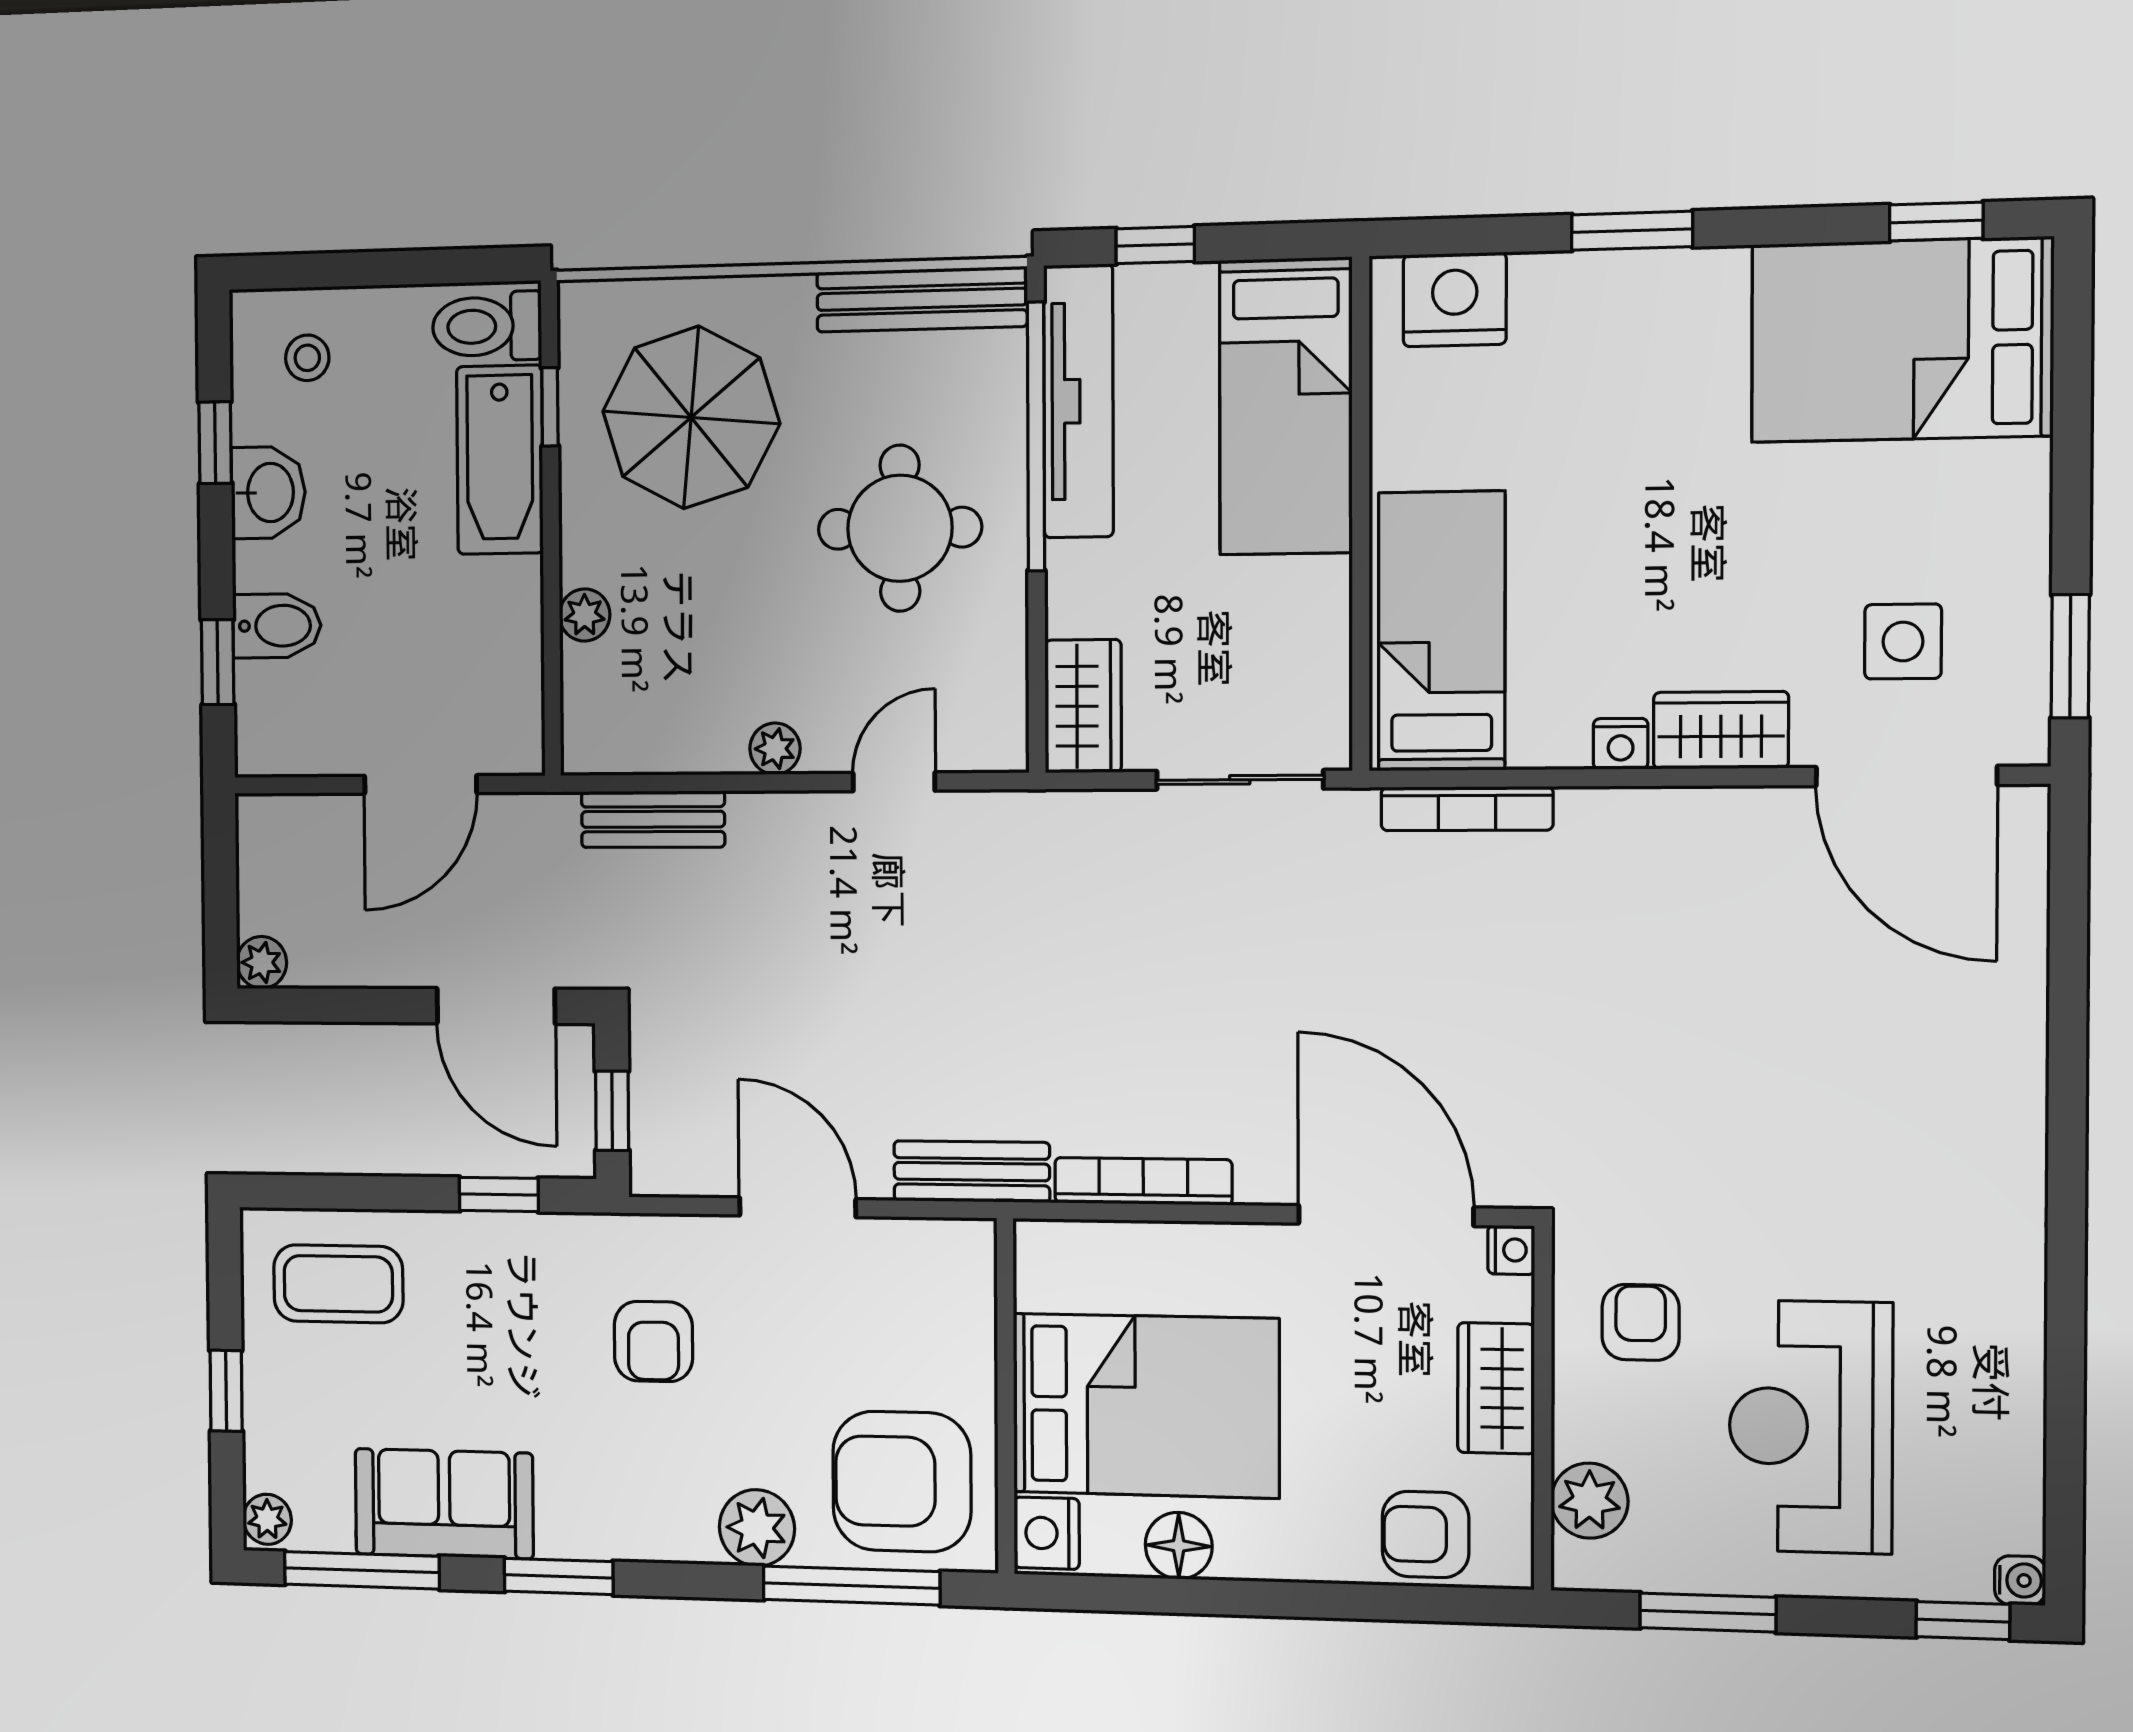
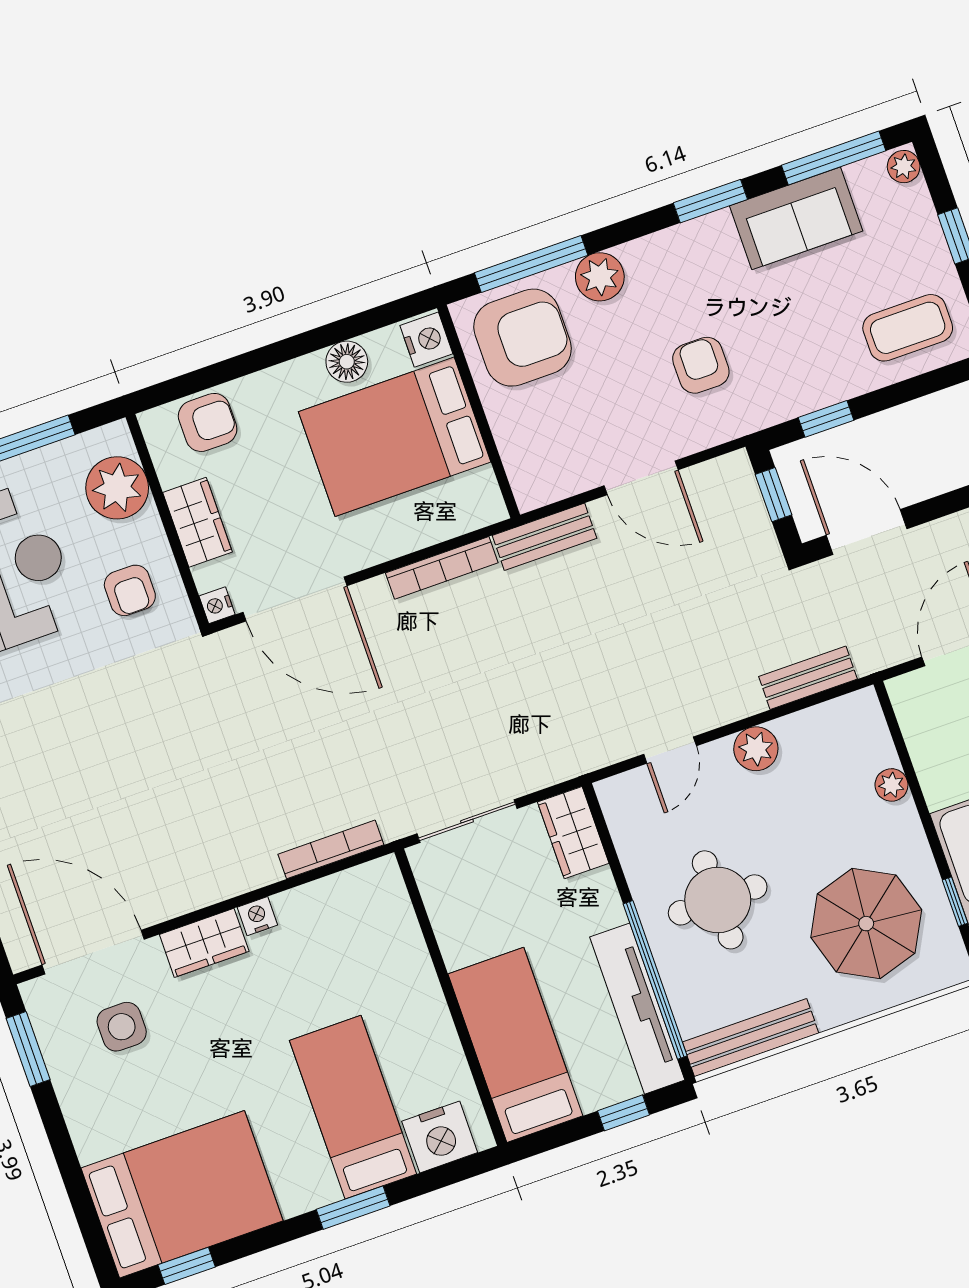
bed: (1442, 631) -> (353, 1107), moved, turned 180
plant: (775, 749) -> (756, 749), width x1.38, depth x1.38
plant: (1590, 1501) -> (117, 488), width x1.36, depth x1.36

